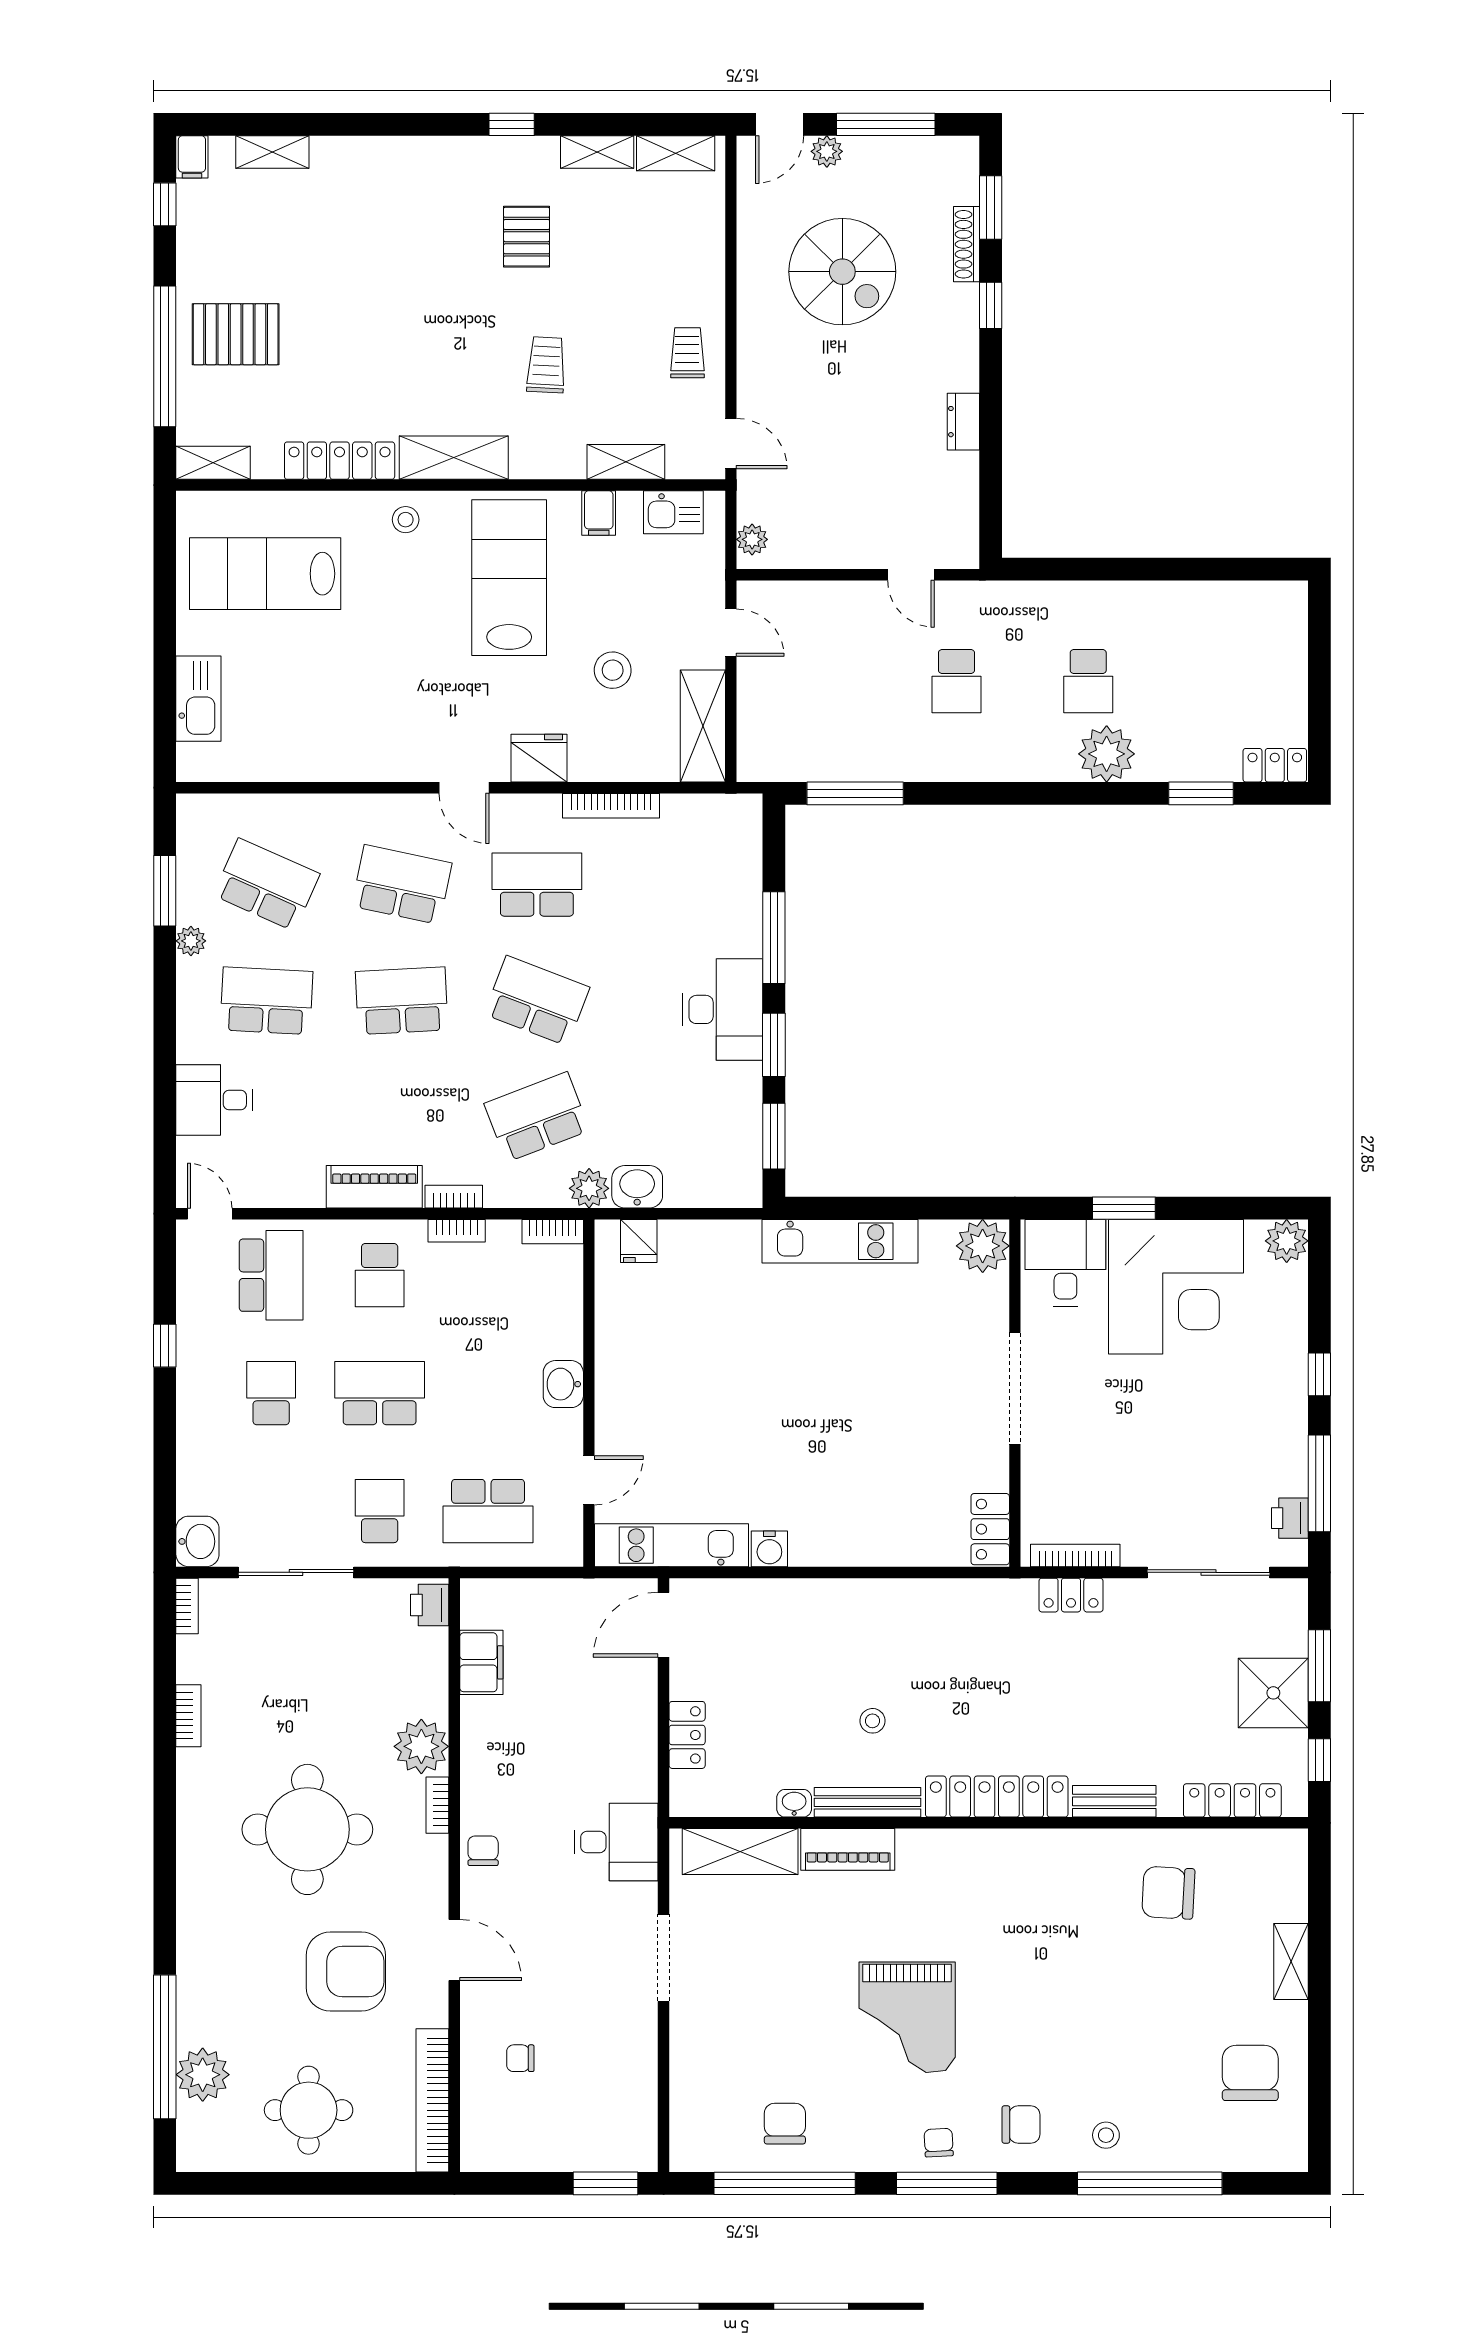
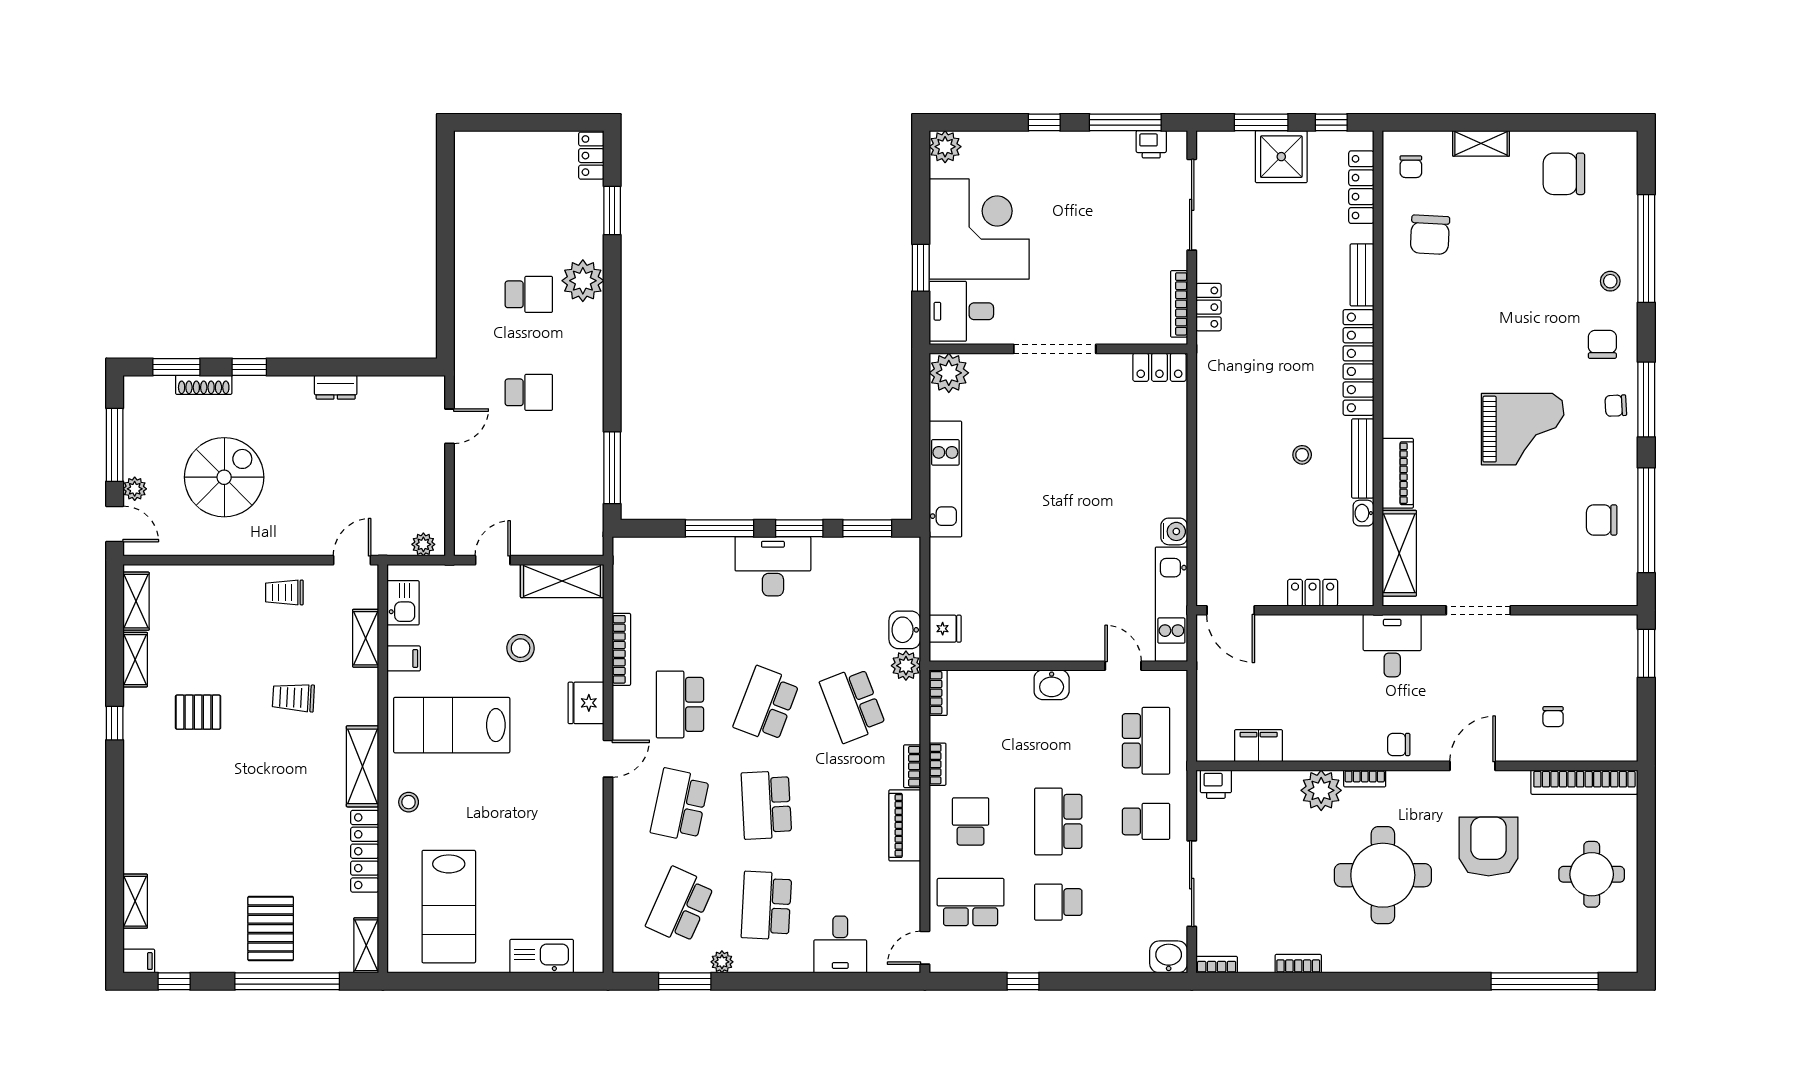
school desk: (380, 1275) -> (971, 821), turned -90
school desk: (380, 1511) -> (1146, 821), turned 180
chair: (1260, 1867) -> (1411, 167), added
plant: (203, 2075) -> (1565, 953), removed

